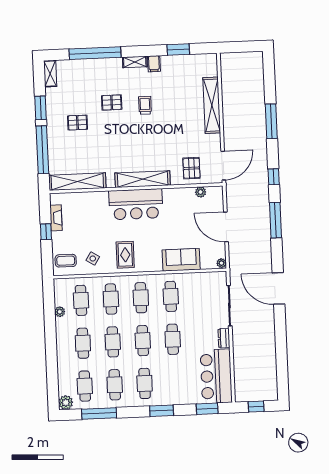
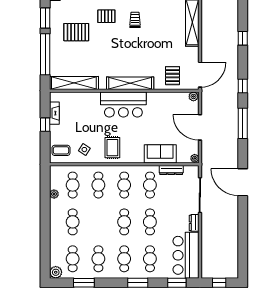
window: (271, 121) -> (243, 38), width x0.46
pallet: (77, 123) -> (76, 32), width x1.50, depth x1.42
plant: (201, 192) -> (193, 96), moved
dresser: (195, 278) -> (171, 170), added
cafe table: (113, 342) -> (150, 259), moved
window: (99, 413) -> (84, 283), width x0.69

